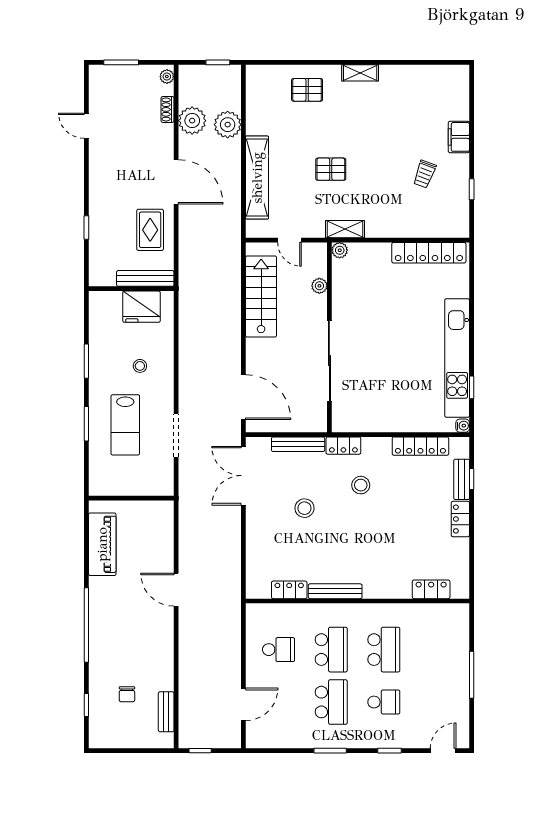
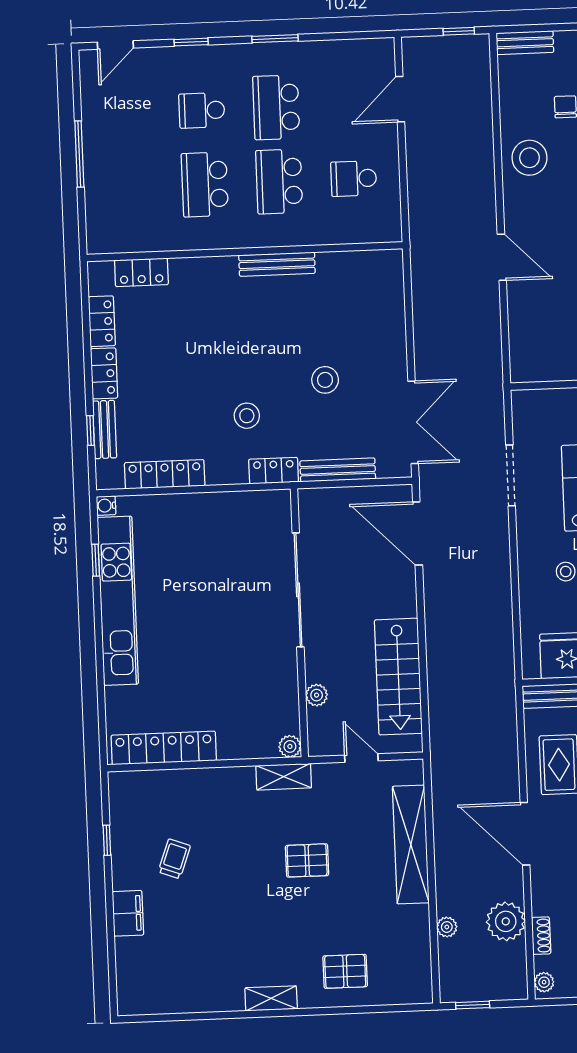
plant: (228, 125) -> (447, 927), width x0.53, depth x0.53
locker: (289, 590) -> (102, 321), moved, turned -90
stool: (154, 659) -> (530, 158), added
bench: (166, 712) -> (525, 43), moved, turned 90

